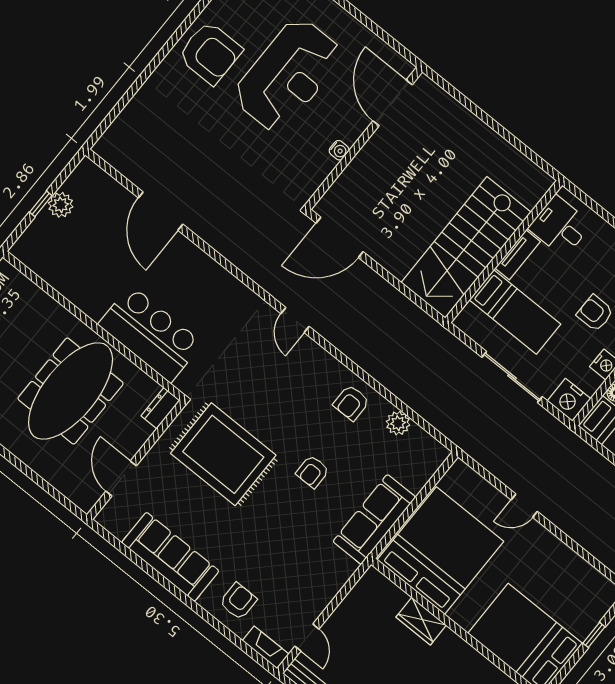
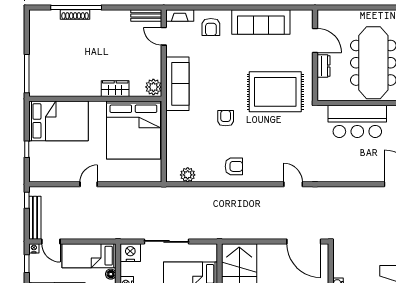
door: (340, 237) -> (304, 241), swing flipped
armchair: (351, 403) -> (234, 166), turned 90
dresser: (160, 408) -> (323, 66), moved
plant: (398, 423) -> (188, 175), moved
door: (524, 506) -> (89, 184), moved
sofa: (374, 519) -> (177, 84), moved
plant: (371, 584) -> (153, 87), added

